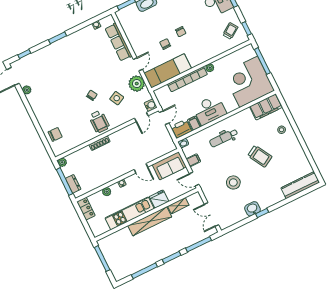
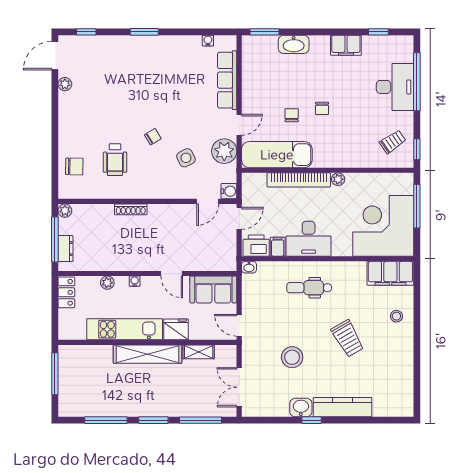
wheelchair: (99, 122) -> (115, 160), moved
filing cabinet: (193, 160) -> (251, 298), removed
kitchen counter: (300, 185) -> (342, 407), moved

